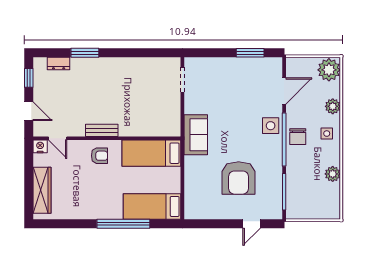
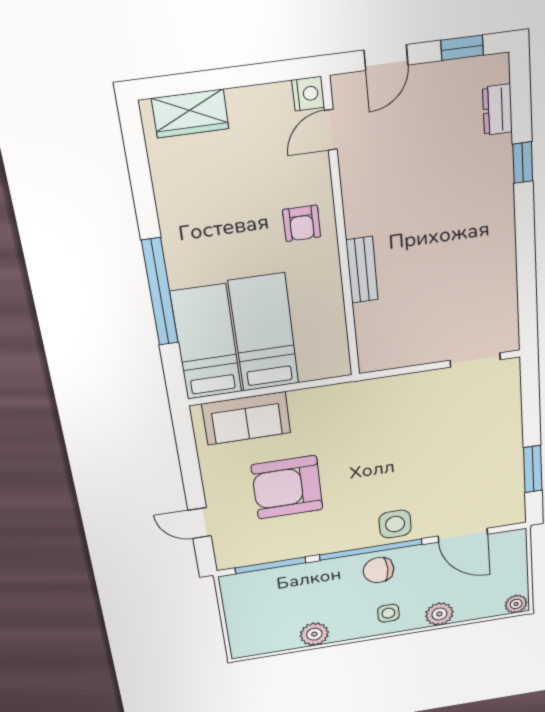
window: (85, 53) -> (523, 163), width x0.67
plant: (329, 70) -> (516, 604), width x0.53, depth x0.53
bench: (102, 130) -> (362, 270), moved
sofa: (196, 135) -> (246, 418), moved
bed: (151, 153) -> (264, 333), moved
wardrobe: (42, 190) -> (190, 114), width x0.67

